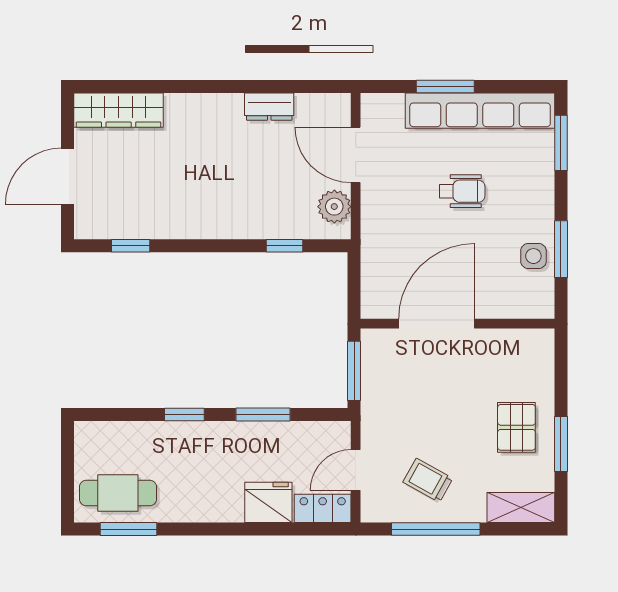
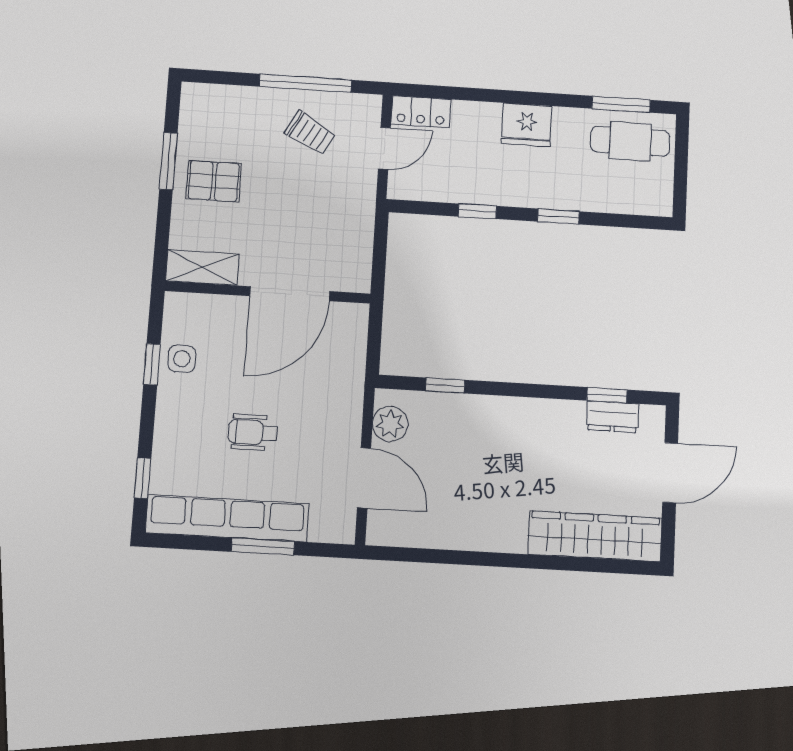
dresser: (269, 107) -> (612, 417), moved, turned 180
wardrobe: (119, 110) -> (595, 536), width x1.40, depth x1.17
window: (561, 143) -> (143, 478), width x0.67
window: (561, 249) -> (152, 364), width x0.67
window: (354, 371) -> (380, 250), removed
window: (263, 414) -> (477, 211), width x0.67
pallet: (516, 427) -> (214, 181), turned 90
fridge: (268, 502) -> (527, 125), moved
shelving: (521, 508) -> (202, 267), moved

